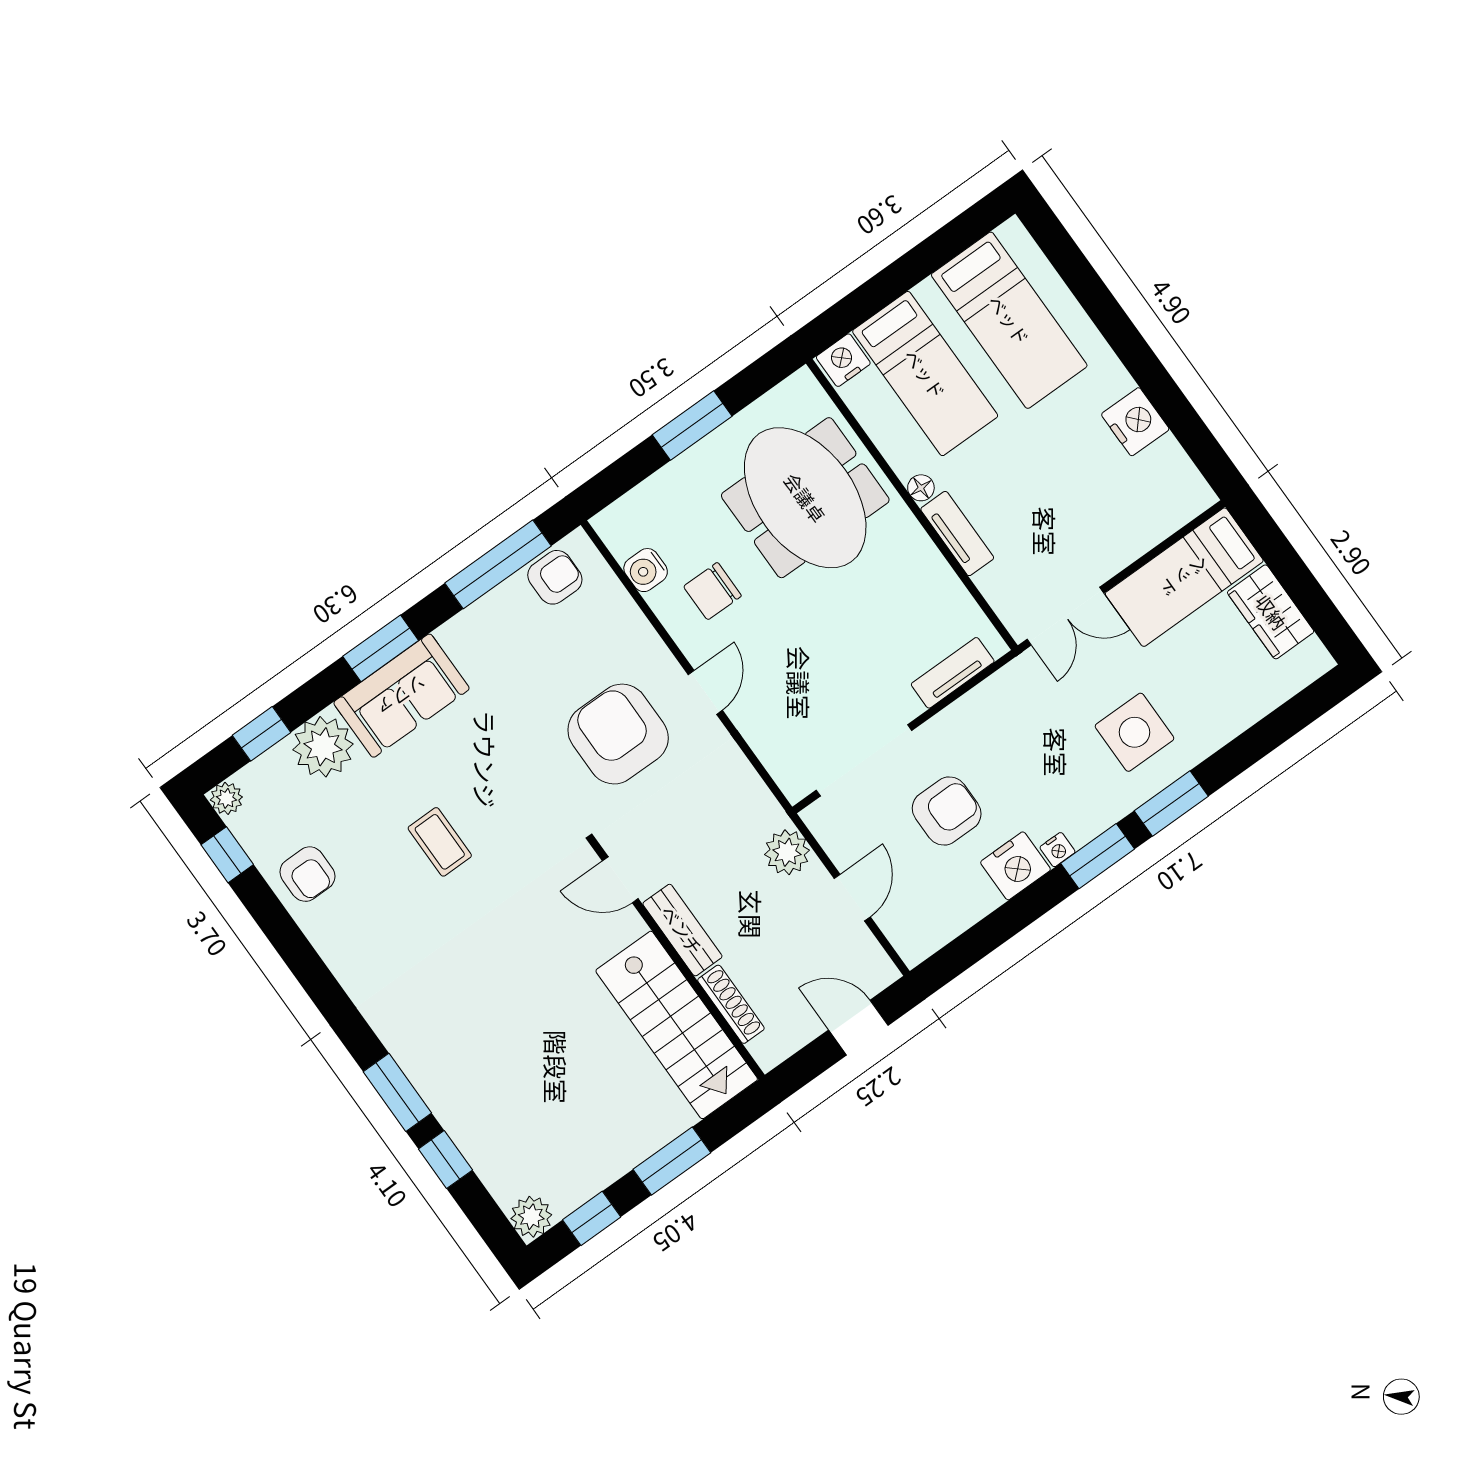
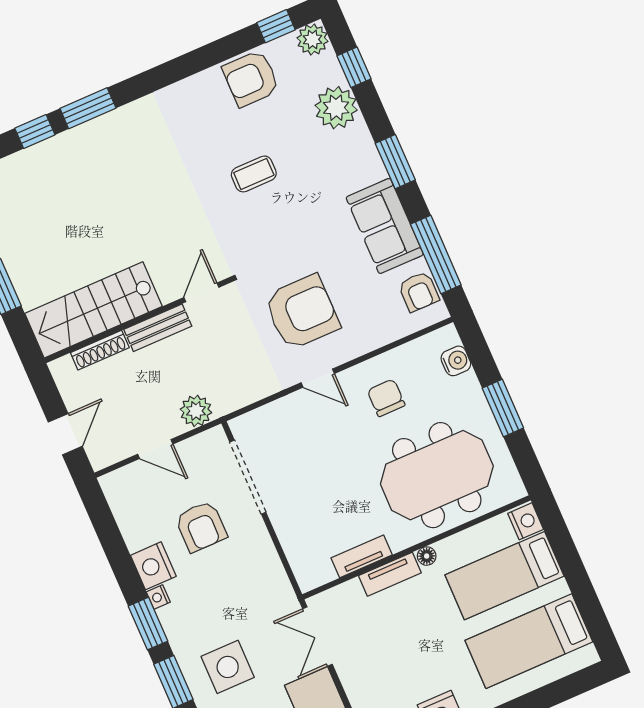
water cooler: (646, 570) -> (456, 361), moved, turned 90
tv unit: (953, 673) -> (362, 556), moved, turned -90
sofa: (401, 696) -> (385, 226), moved
plant: (226, 798) -> (313, 40), width x1.38, depth x1.38
armchair: (307, 874) -> (251, 78), width x1.38, depth x1.38

